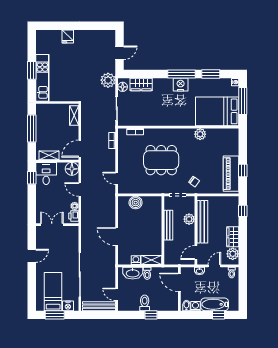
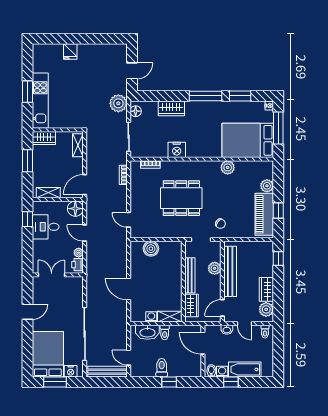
wardrobe: (141, 84) -> (171, 108), moved
nightstand: (181, 85) -> (177, 150), moved, turned 180
wardrobe: (45, 109) -> (44, 138), added
window: (32, 129) -> (28, 161), width x0.69
plant: (233, 150) -> (267, 186), added
desk: (46, 173) -> (46, 227), moved, turned -90
wardrobe: (170, 250) -> (191, 305), added
door: (214, 266) -> (245, 324), swing flipped
bed: (53, 292) -> (48, 354), width x1.50
window: (219, 315) -> (231, 382), moved

